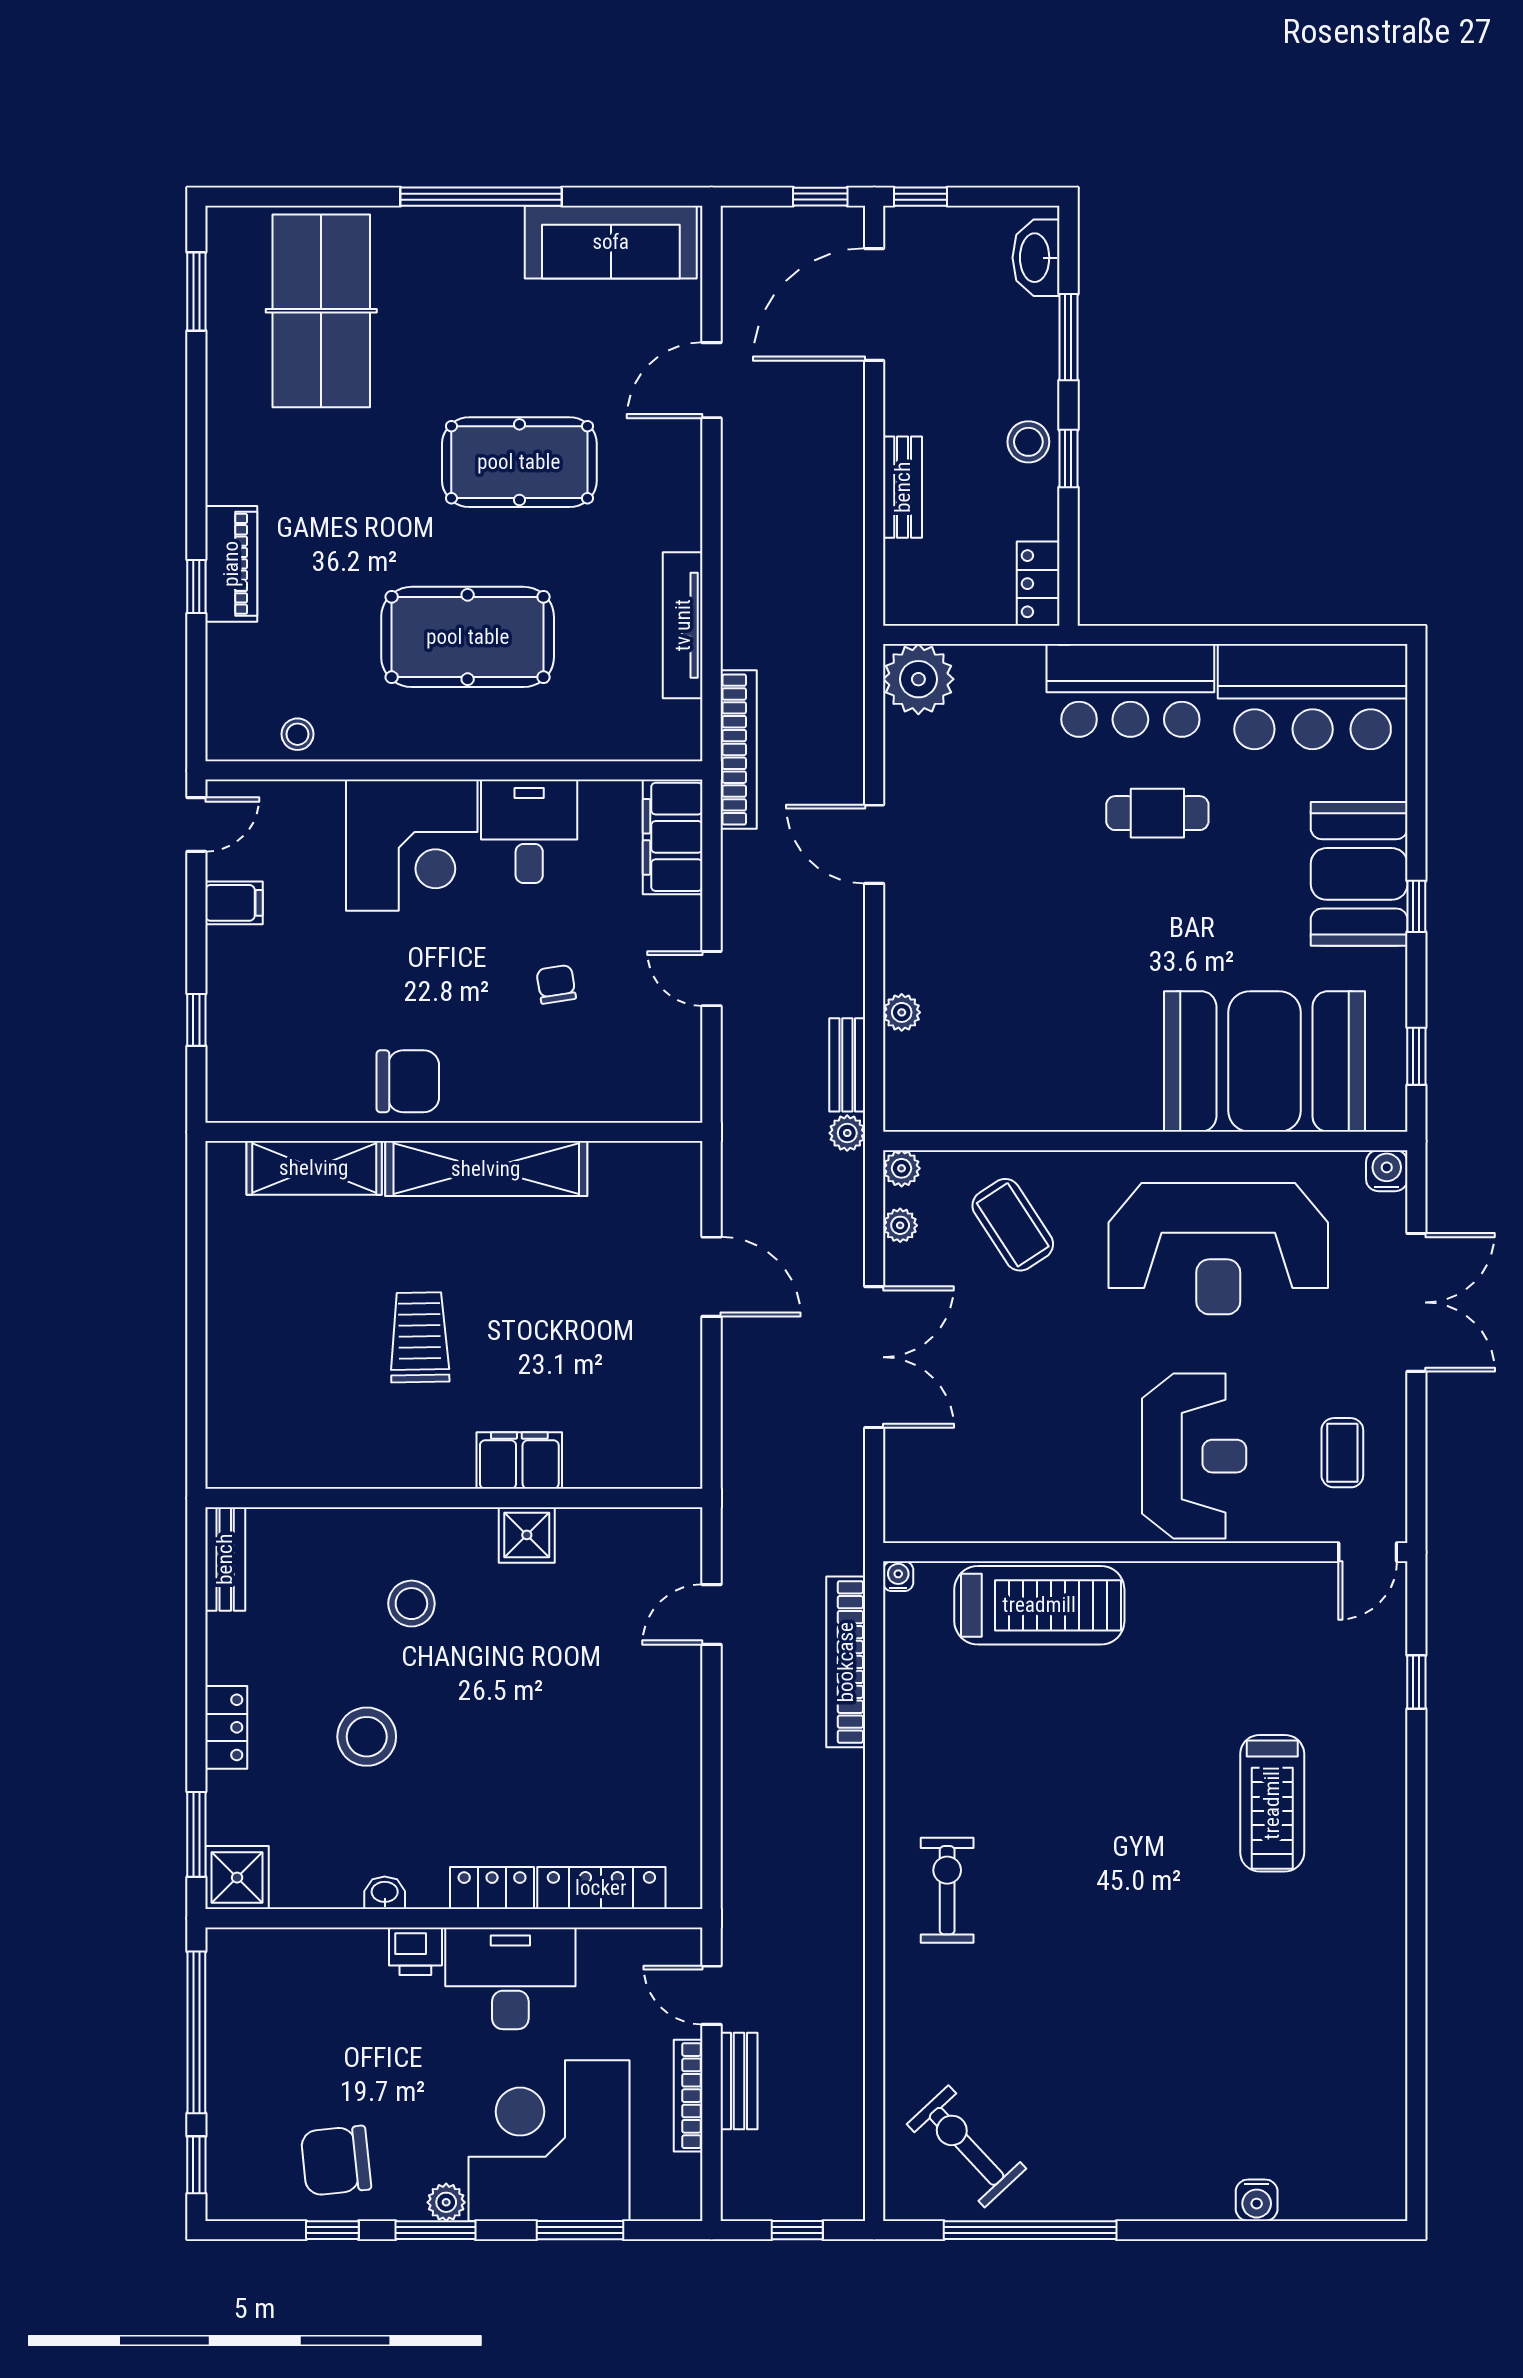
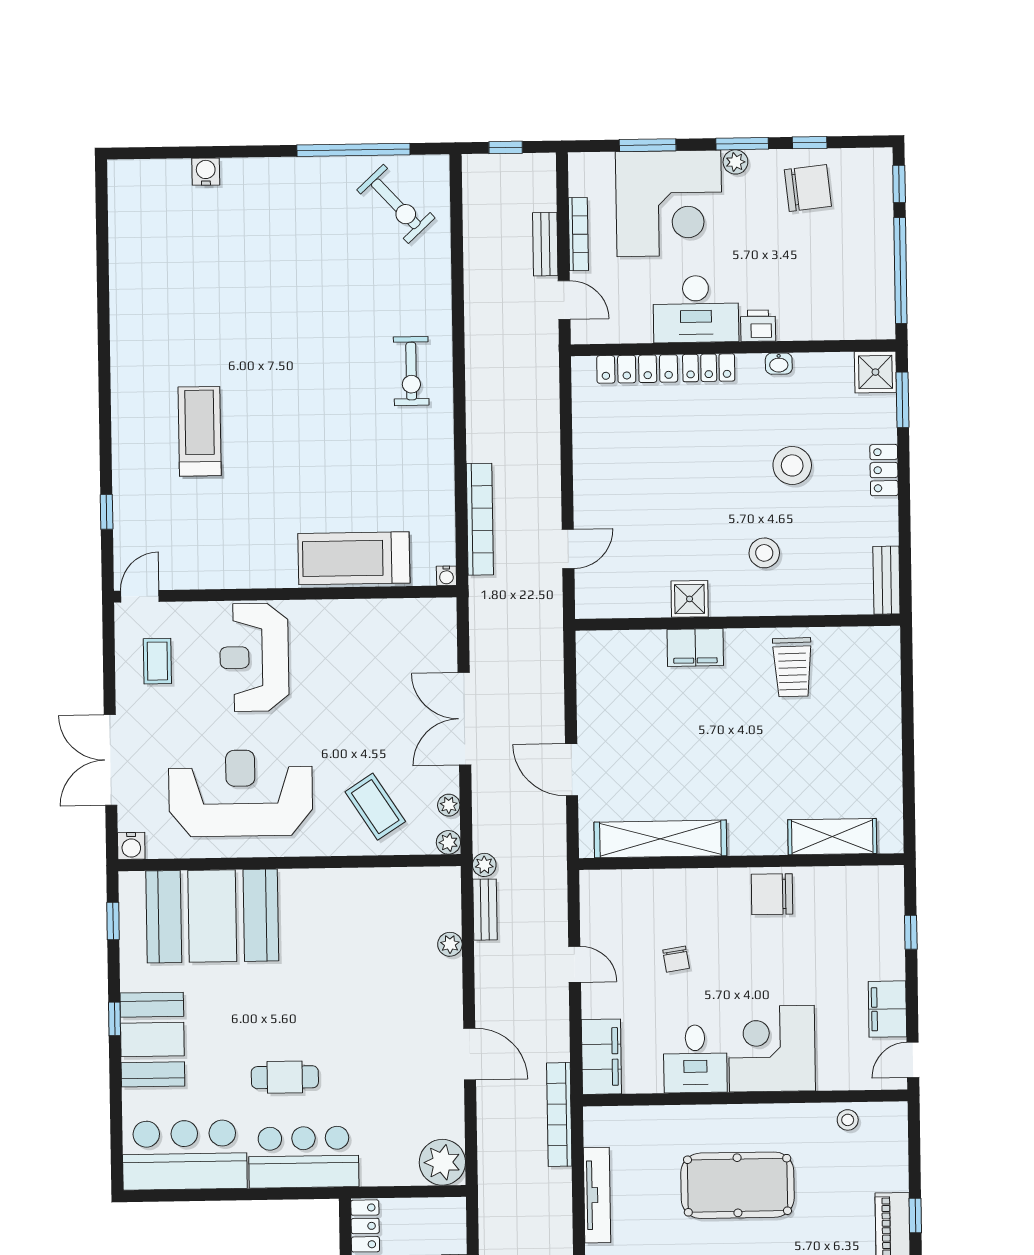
filing cabinet: (234, 903) -> (887, 1009), width x2.00
shelving: (486, 1169) -> (660, 839), moved
trolley: (420, 1337) -> (792, 667), moved

